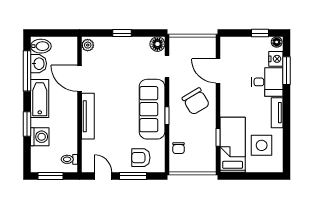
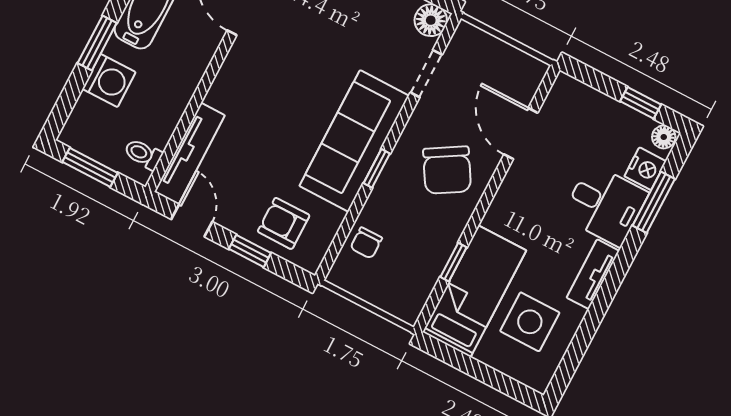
tv unit: (88, 116) -> (190, 154), moved
window: (133, 176) -> (250, 251), width x0.67

